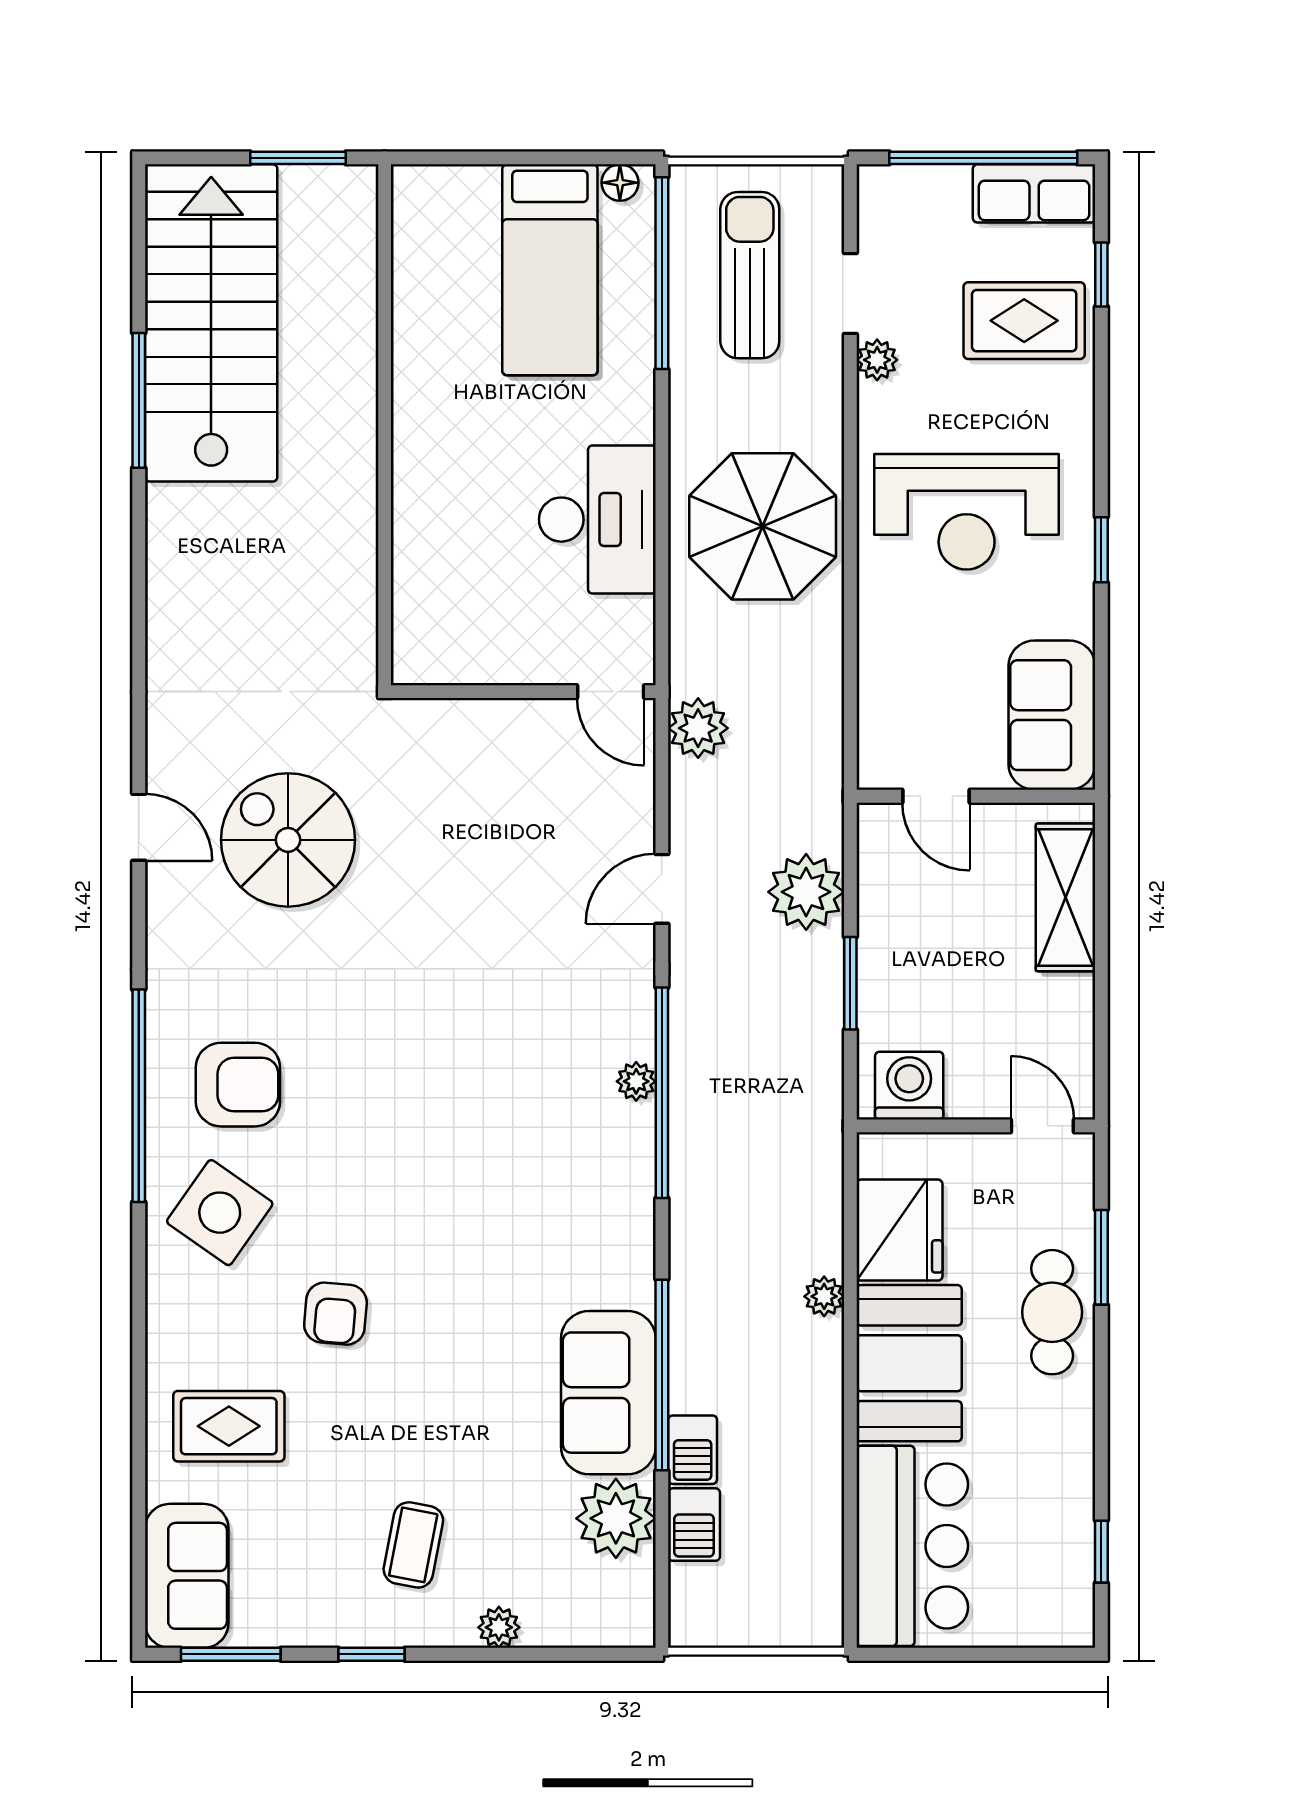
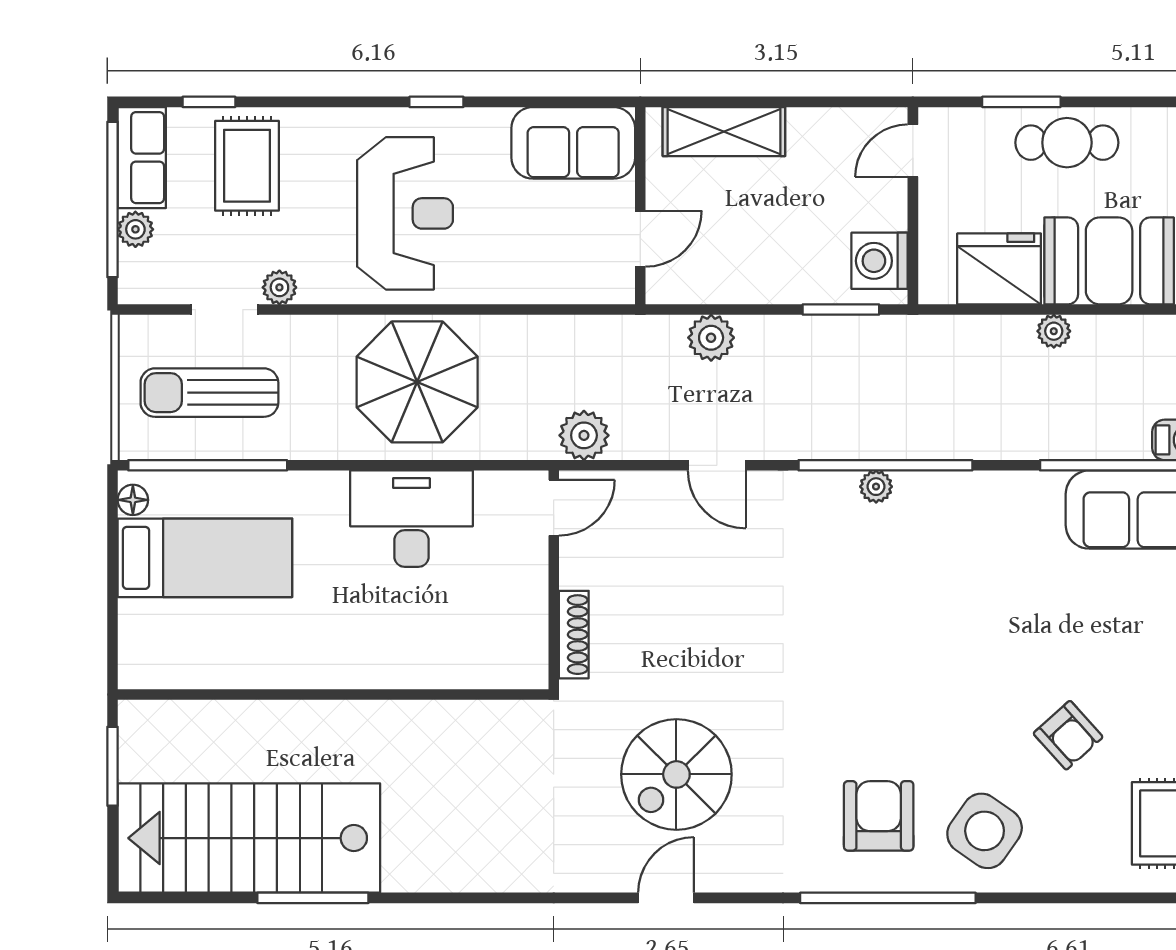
plant: (947, 186) -> (135, 229), added
shoe rack: (457, 716) -> (574, 635), added
plant: (806, 892) -> (711, 338), width x0.73, depth x0.73
window: (850, 983) -> (841, 310), moved
armchair: (335, 1314) -> (1068, 735), turned 43

